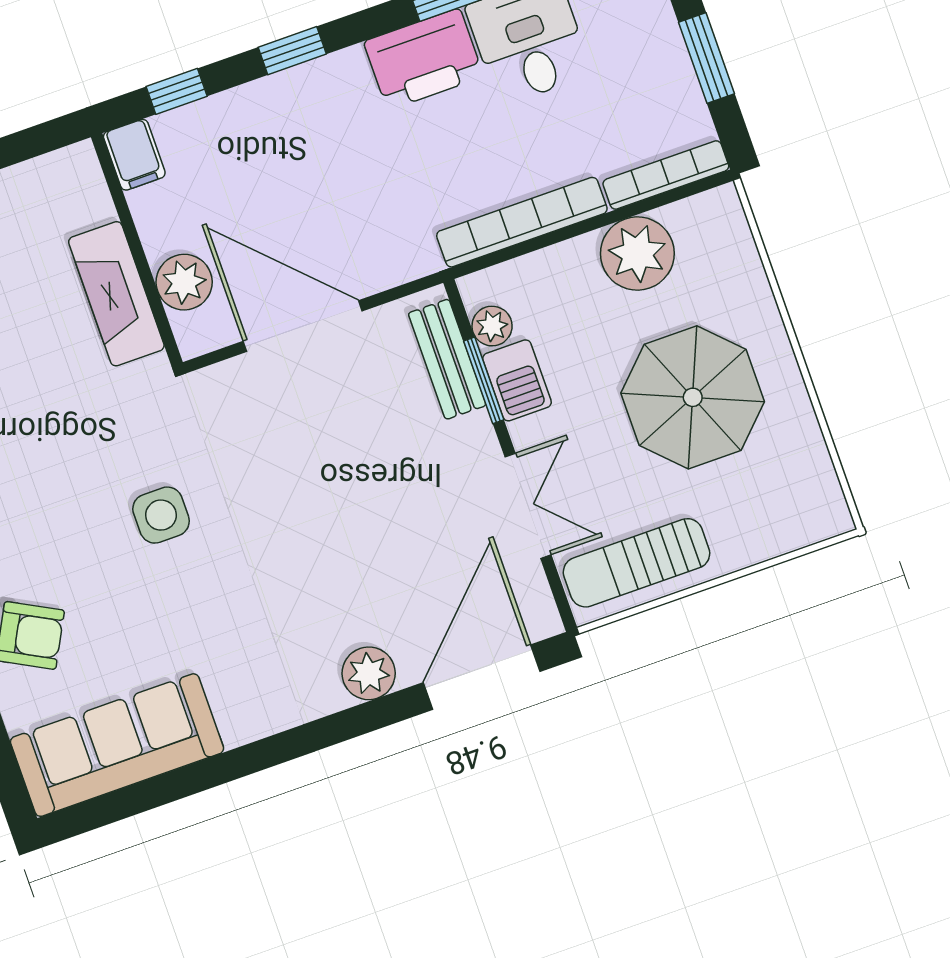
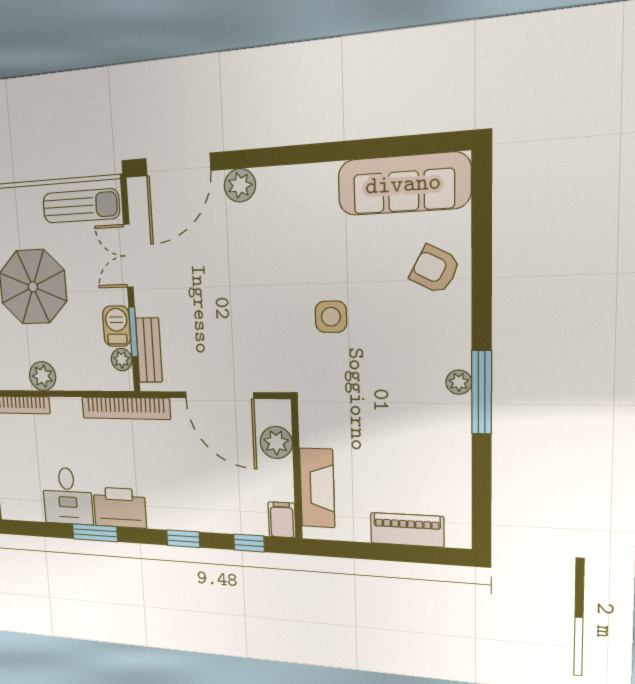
bookcase: (522, 222) -> (126, 408), moved
plant: (637, 253) -> (43, 376), width x0.73, depth x0.73
fireplace: (116, 294) -> (317, 488), moved

